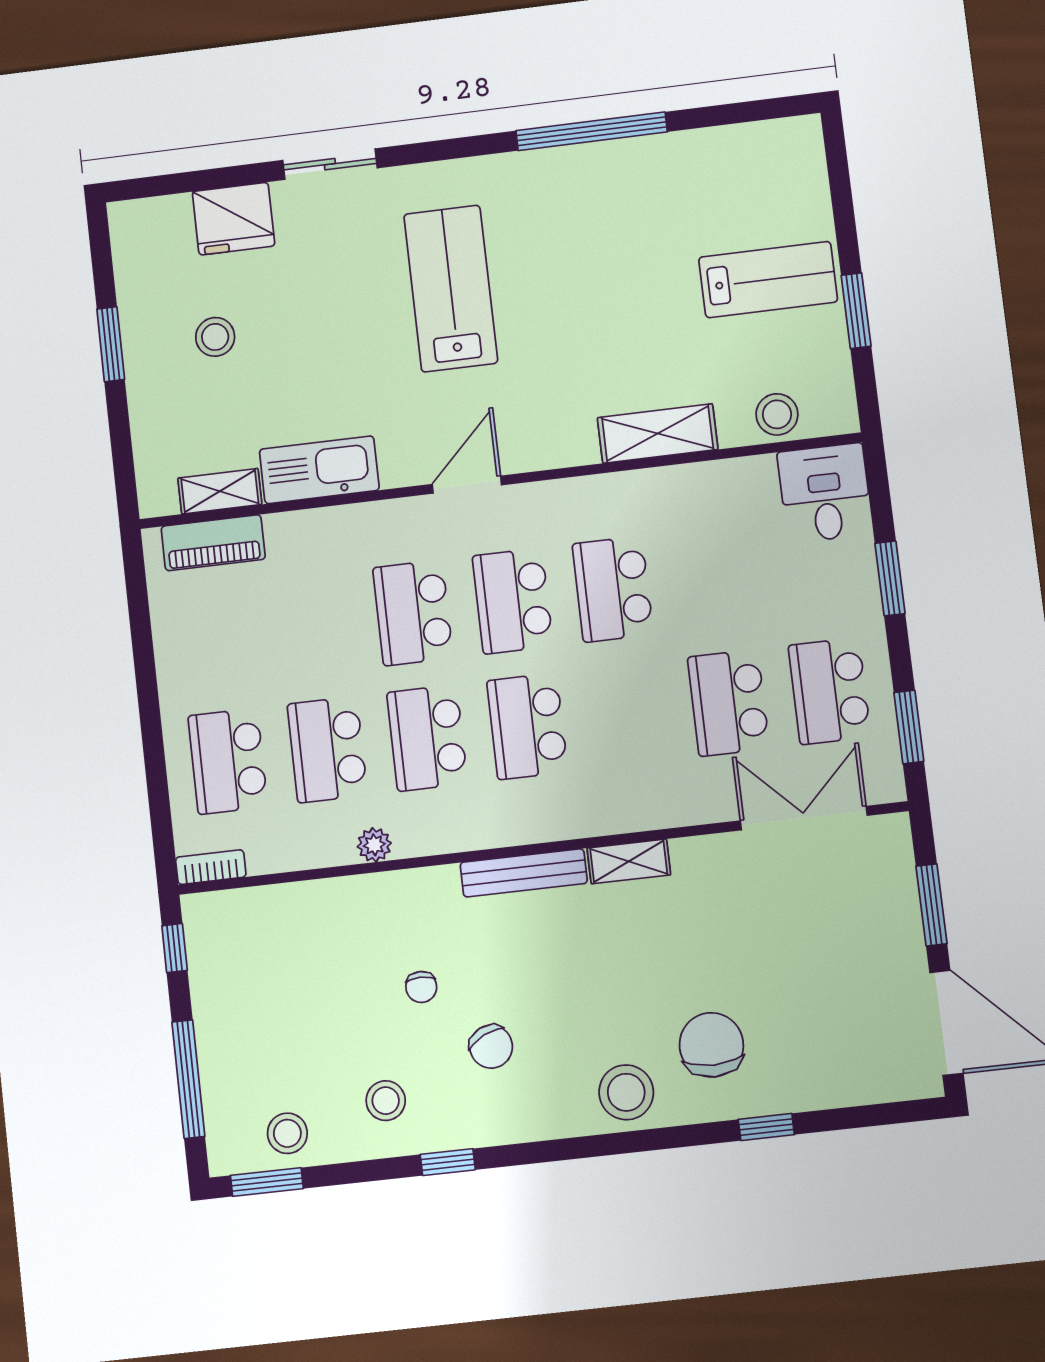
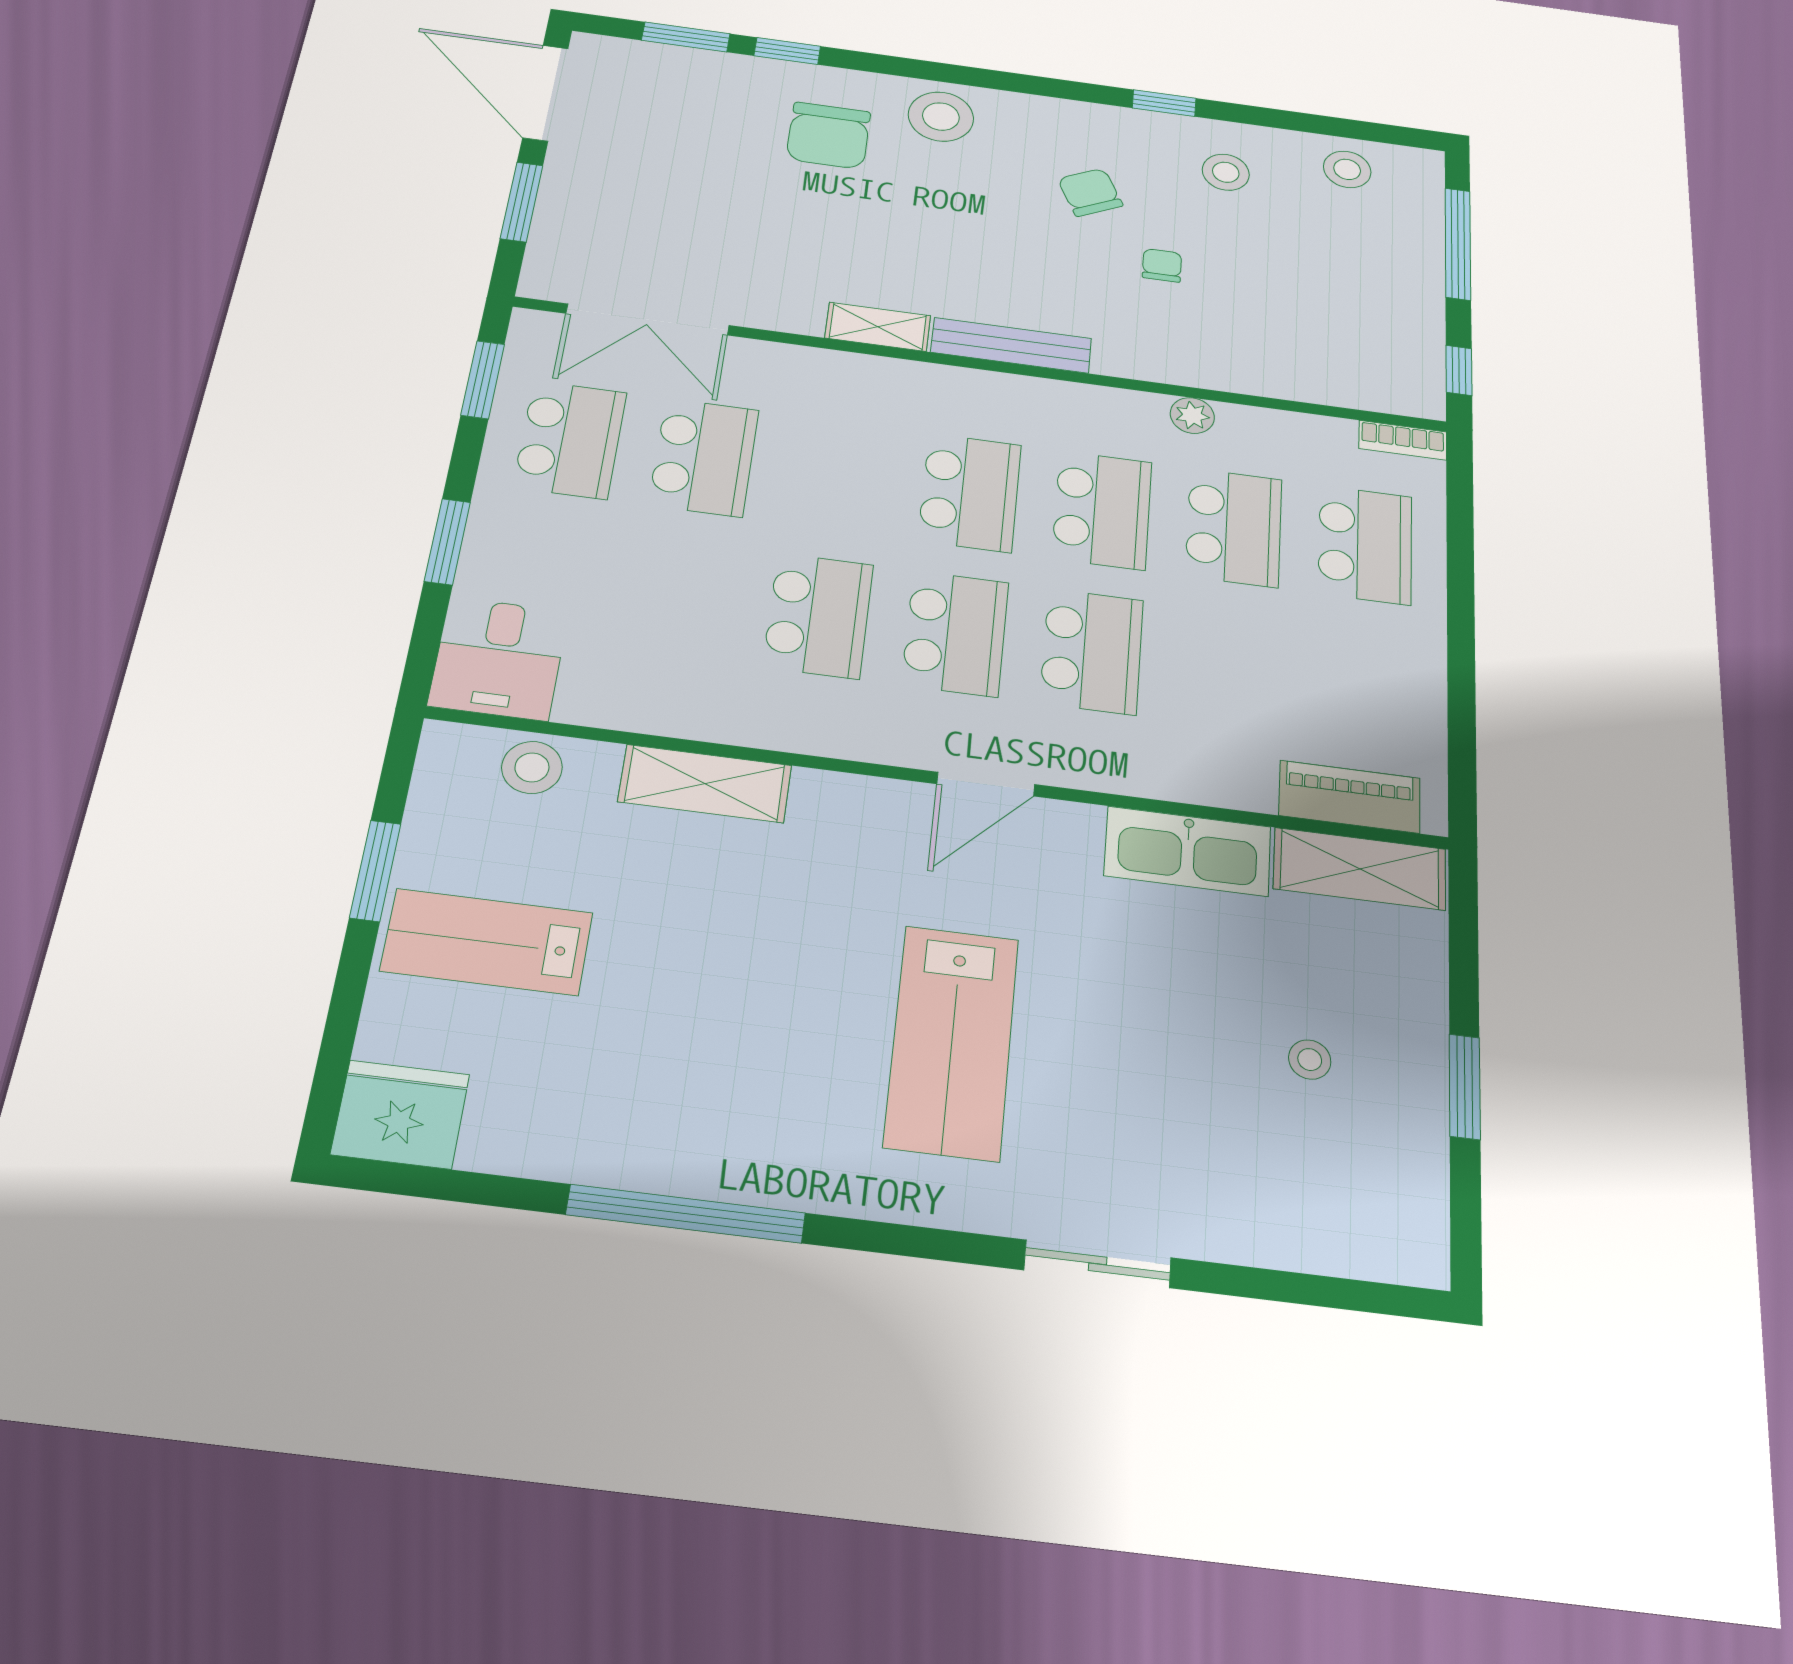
fridge: (234, 219) -> (400, 1114), moved
stool: (215, 337) -> (1310, 1060), width x0.73, depth x0.73
shelving: (220, 491) -> (1360, 869), width x1.50, depth x1.33
window: (267, 1182) -> (686, 37), moved

